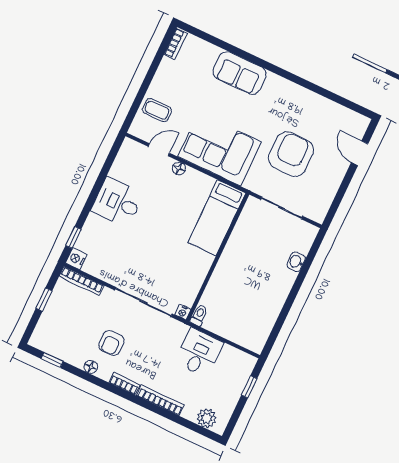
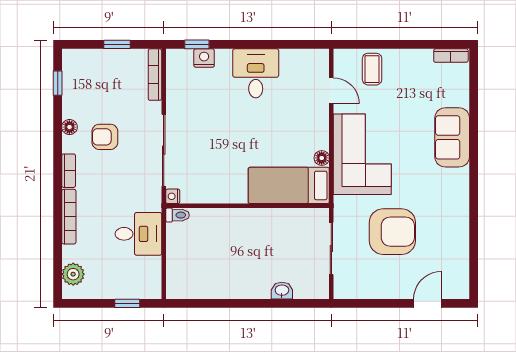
floor lamp: (179, 168) -> (322, 158), moved
nightstand: (76, 259) -> (204, 58), moved

